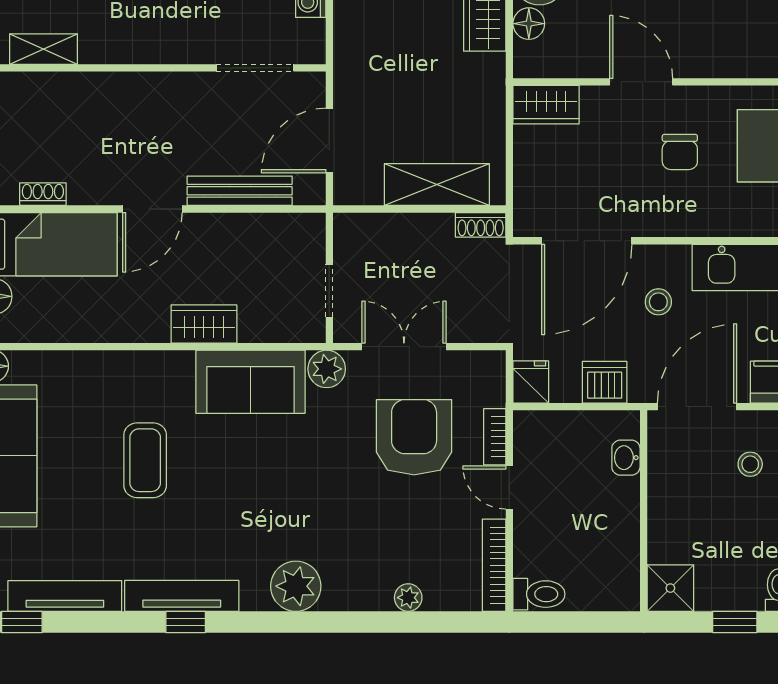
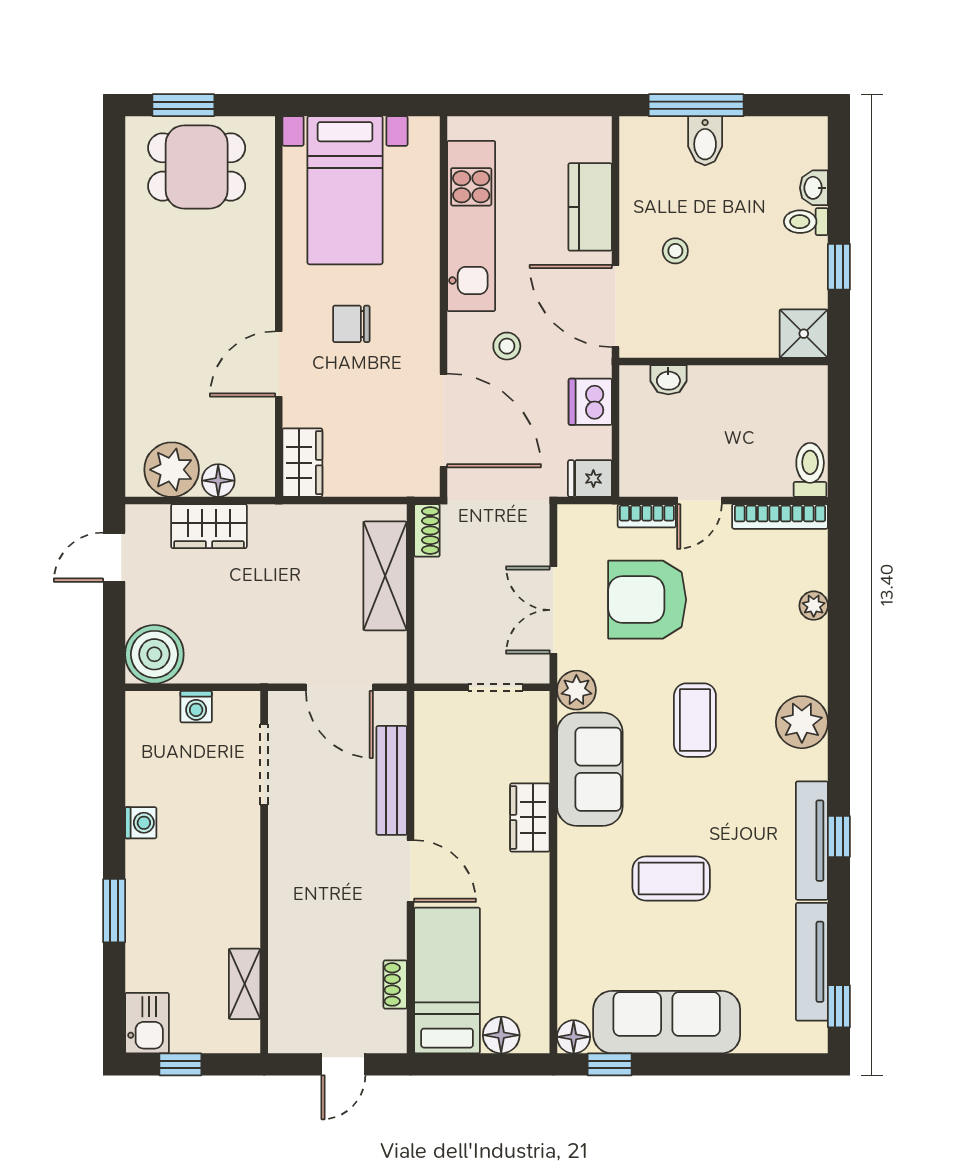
chair: (680, 152) -> (351, 324), turned 180
coffee table: (298, 483) -> (695, 720), added

